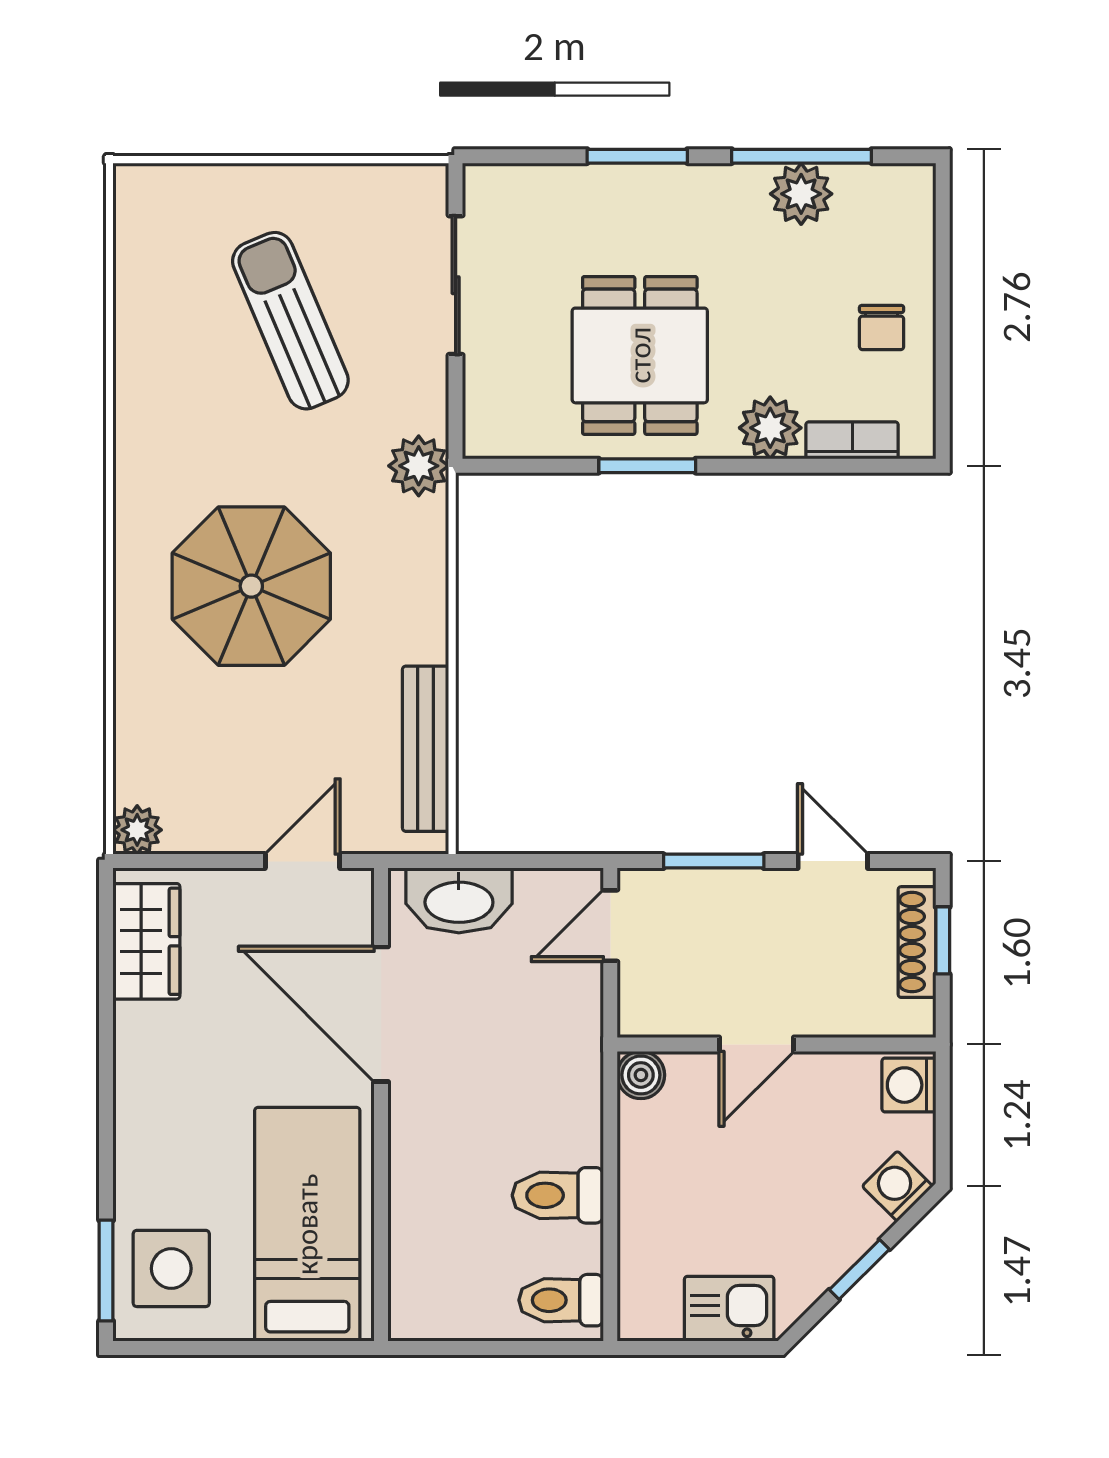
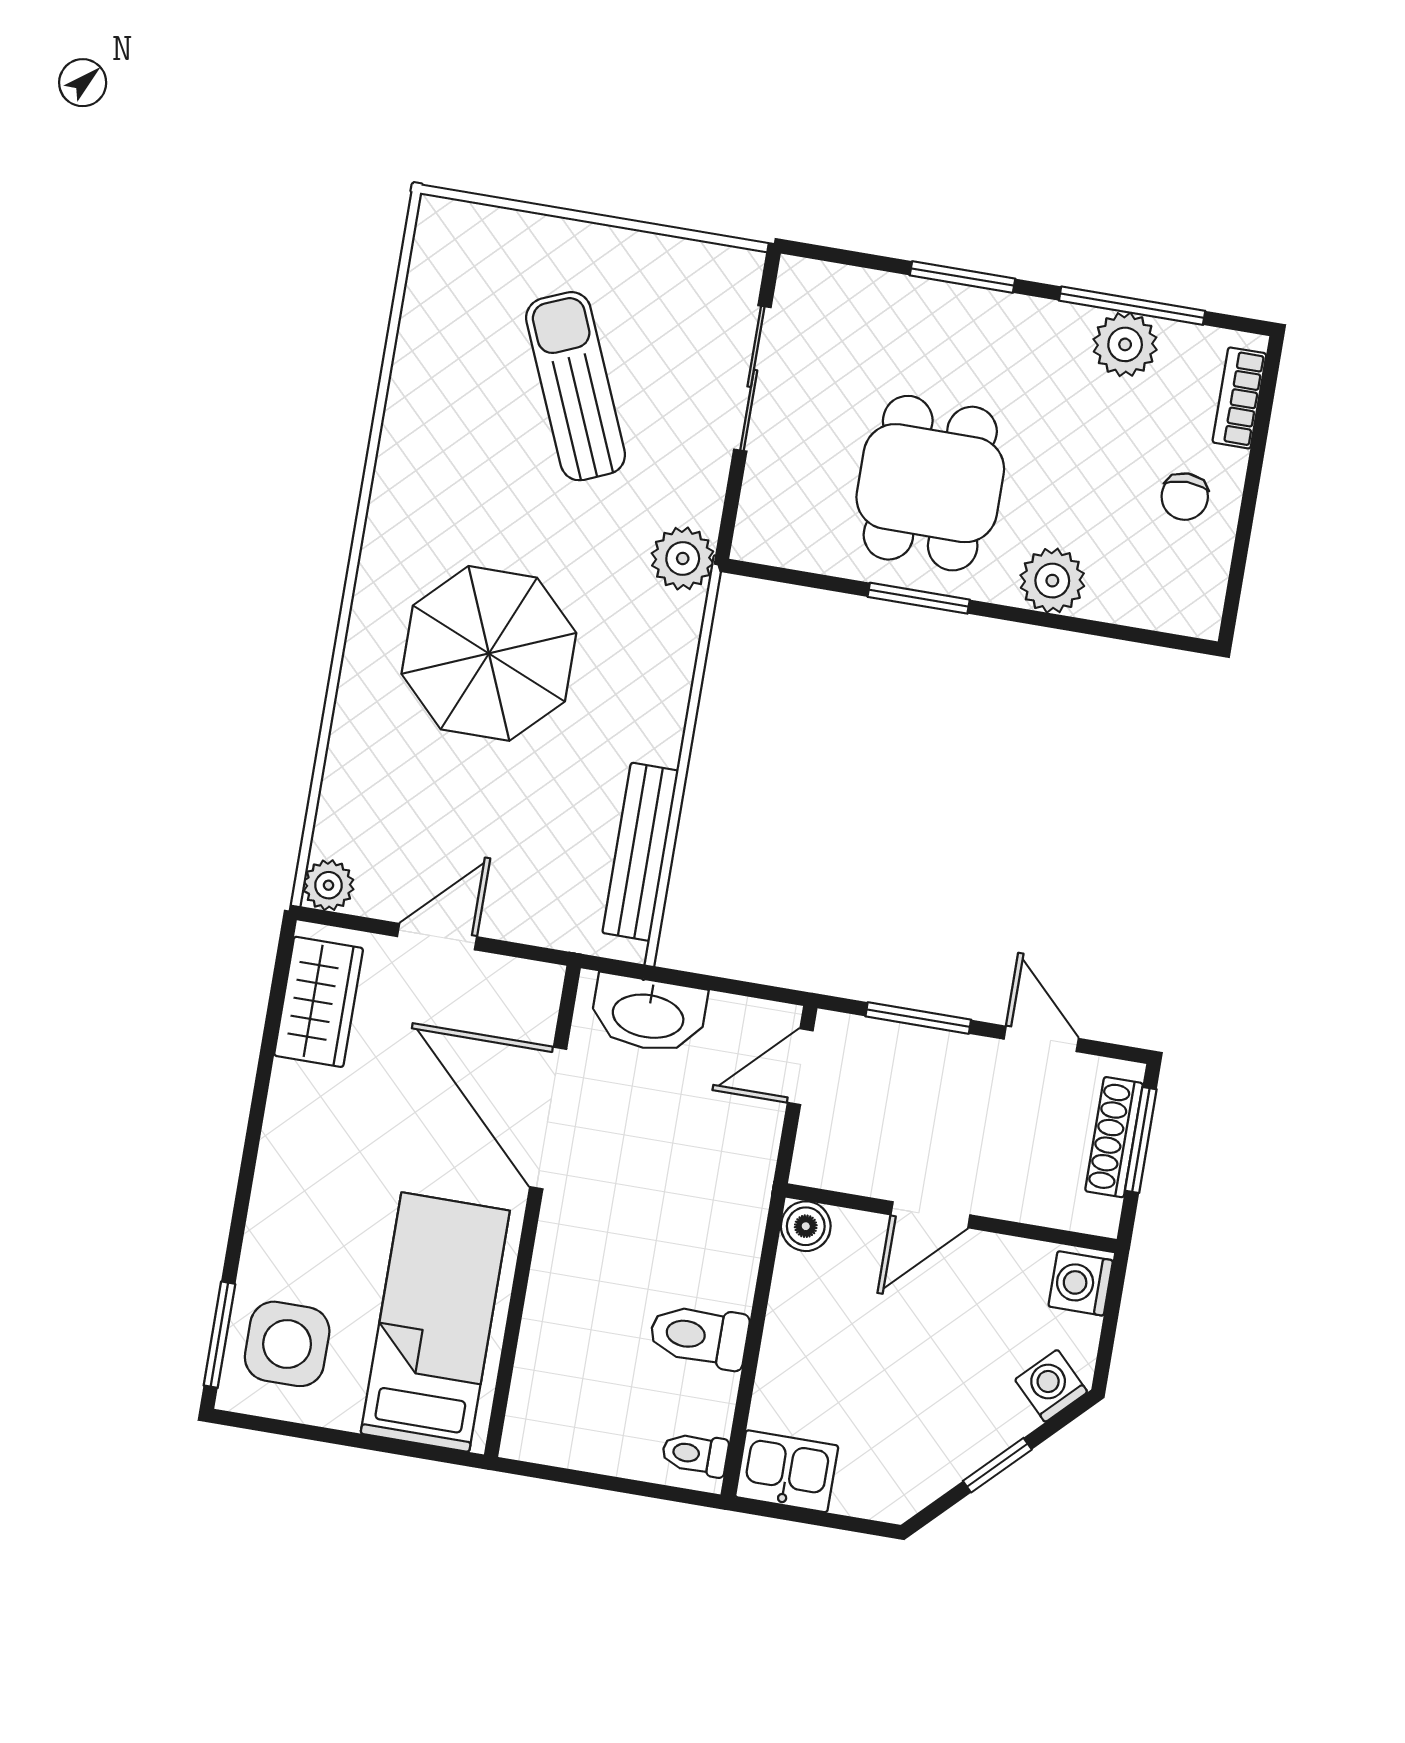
bookcase: (852, 440) -> (1239, 398), moved, turned -90
door: (303, 861) -> (437, 937), moved
window: (943, 940) -> (1141, 1140), width x1.50
toilet: (561, 1300) -> (695, 1454), width x0.73, depth x0.72
kitchen sink: (729, 1309) -> (787, 1471), moved

